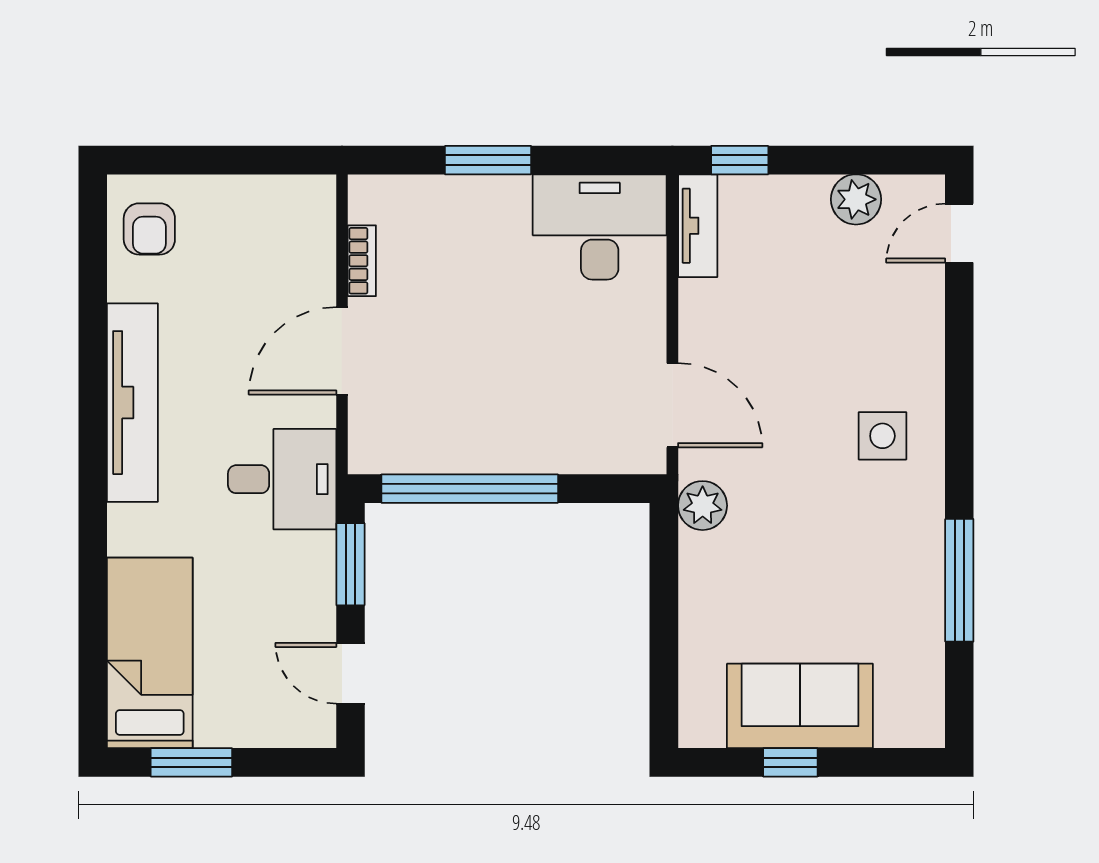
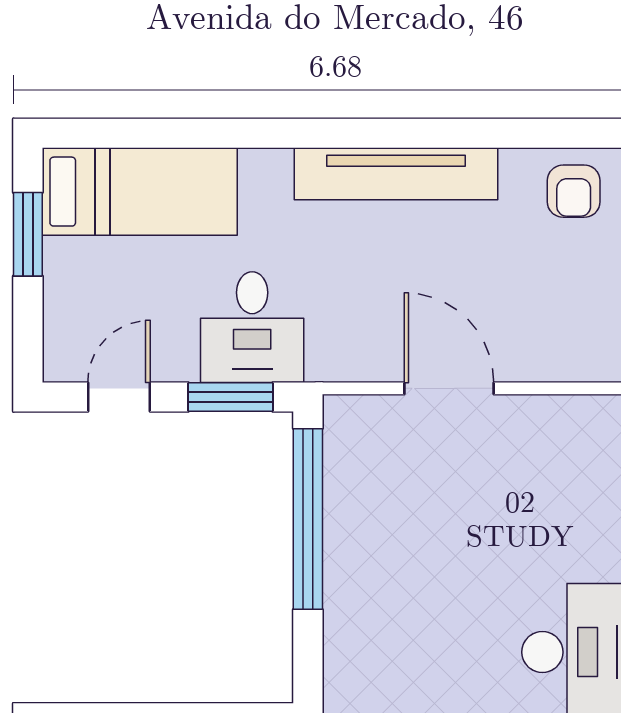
armchair: (149, 229) -> (574, 191), turned -90
bookcase: (362, 261) -> (541, 409), removed
desk: (282, 479) -> (252, 327), moved

